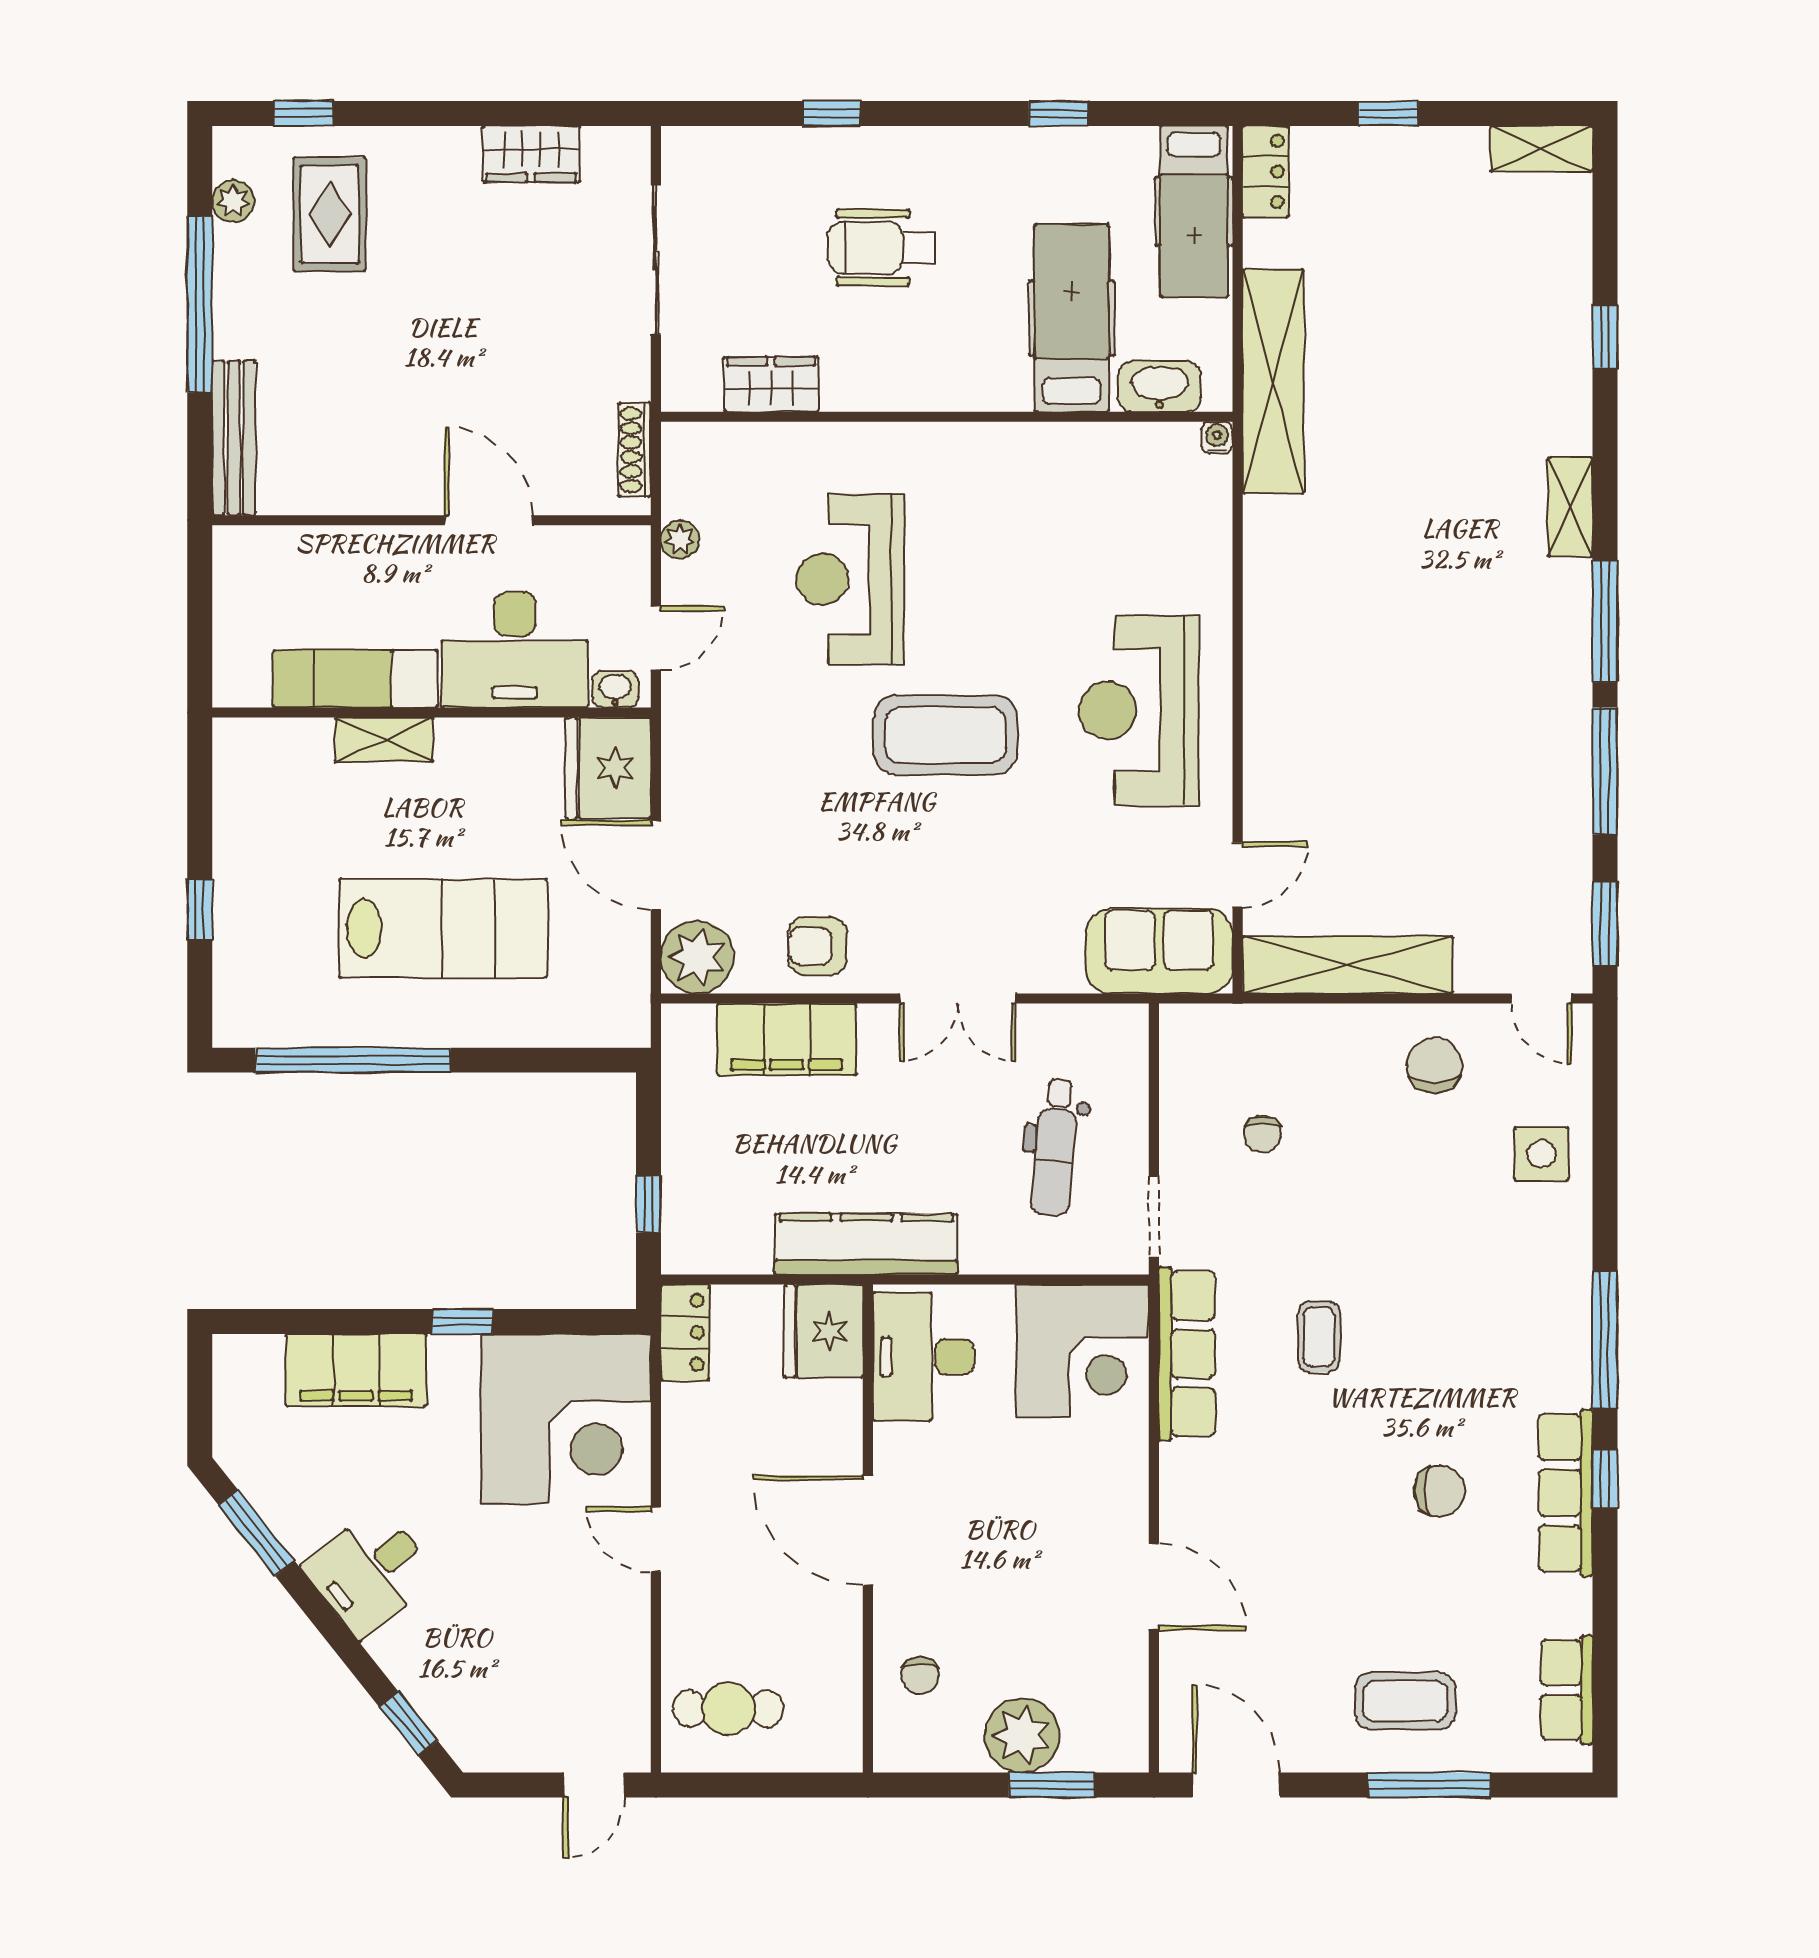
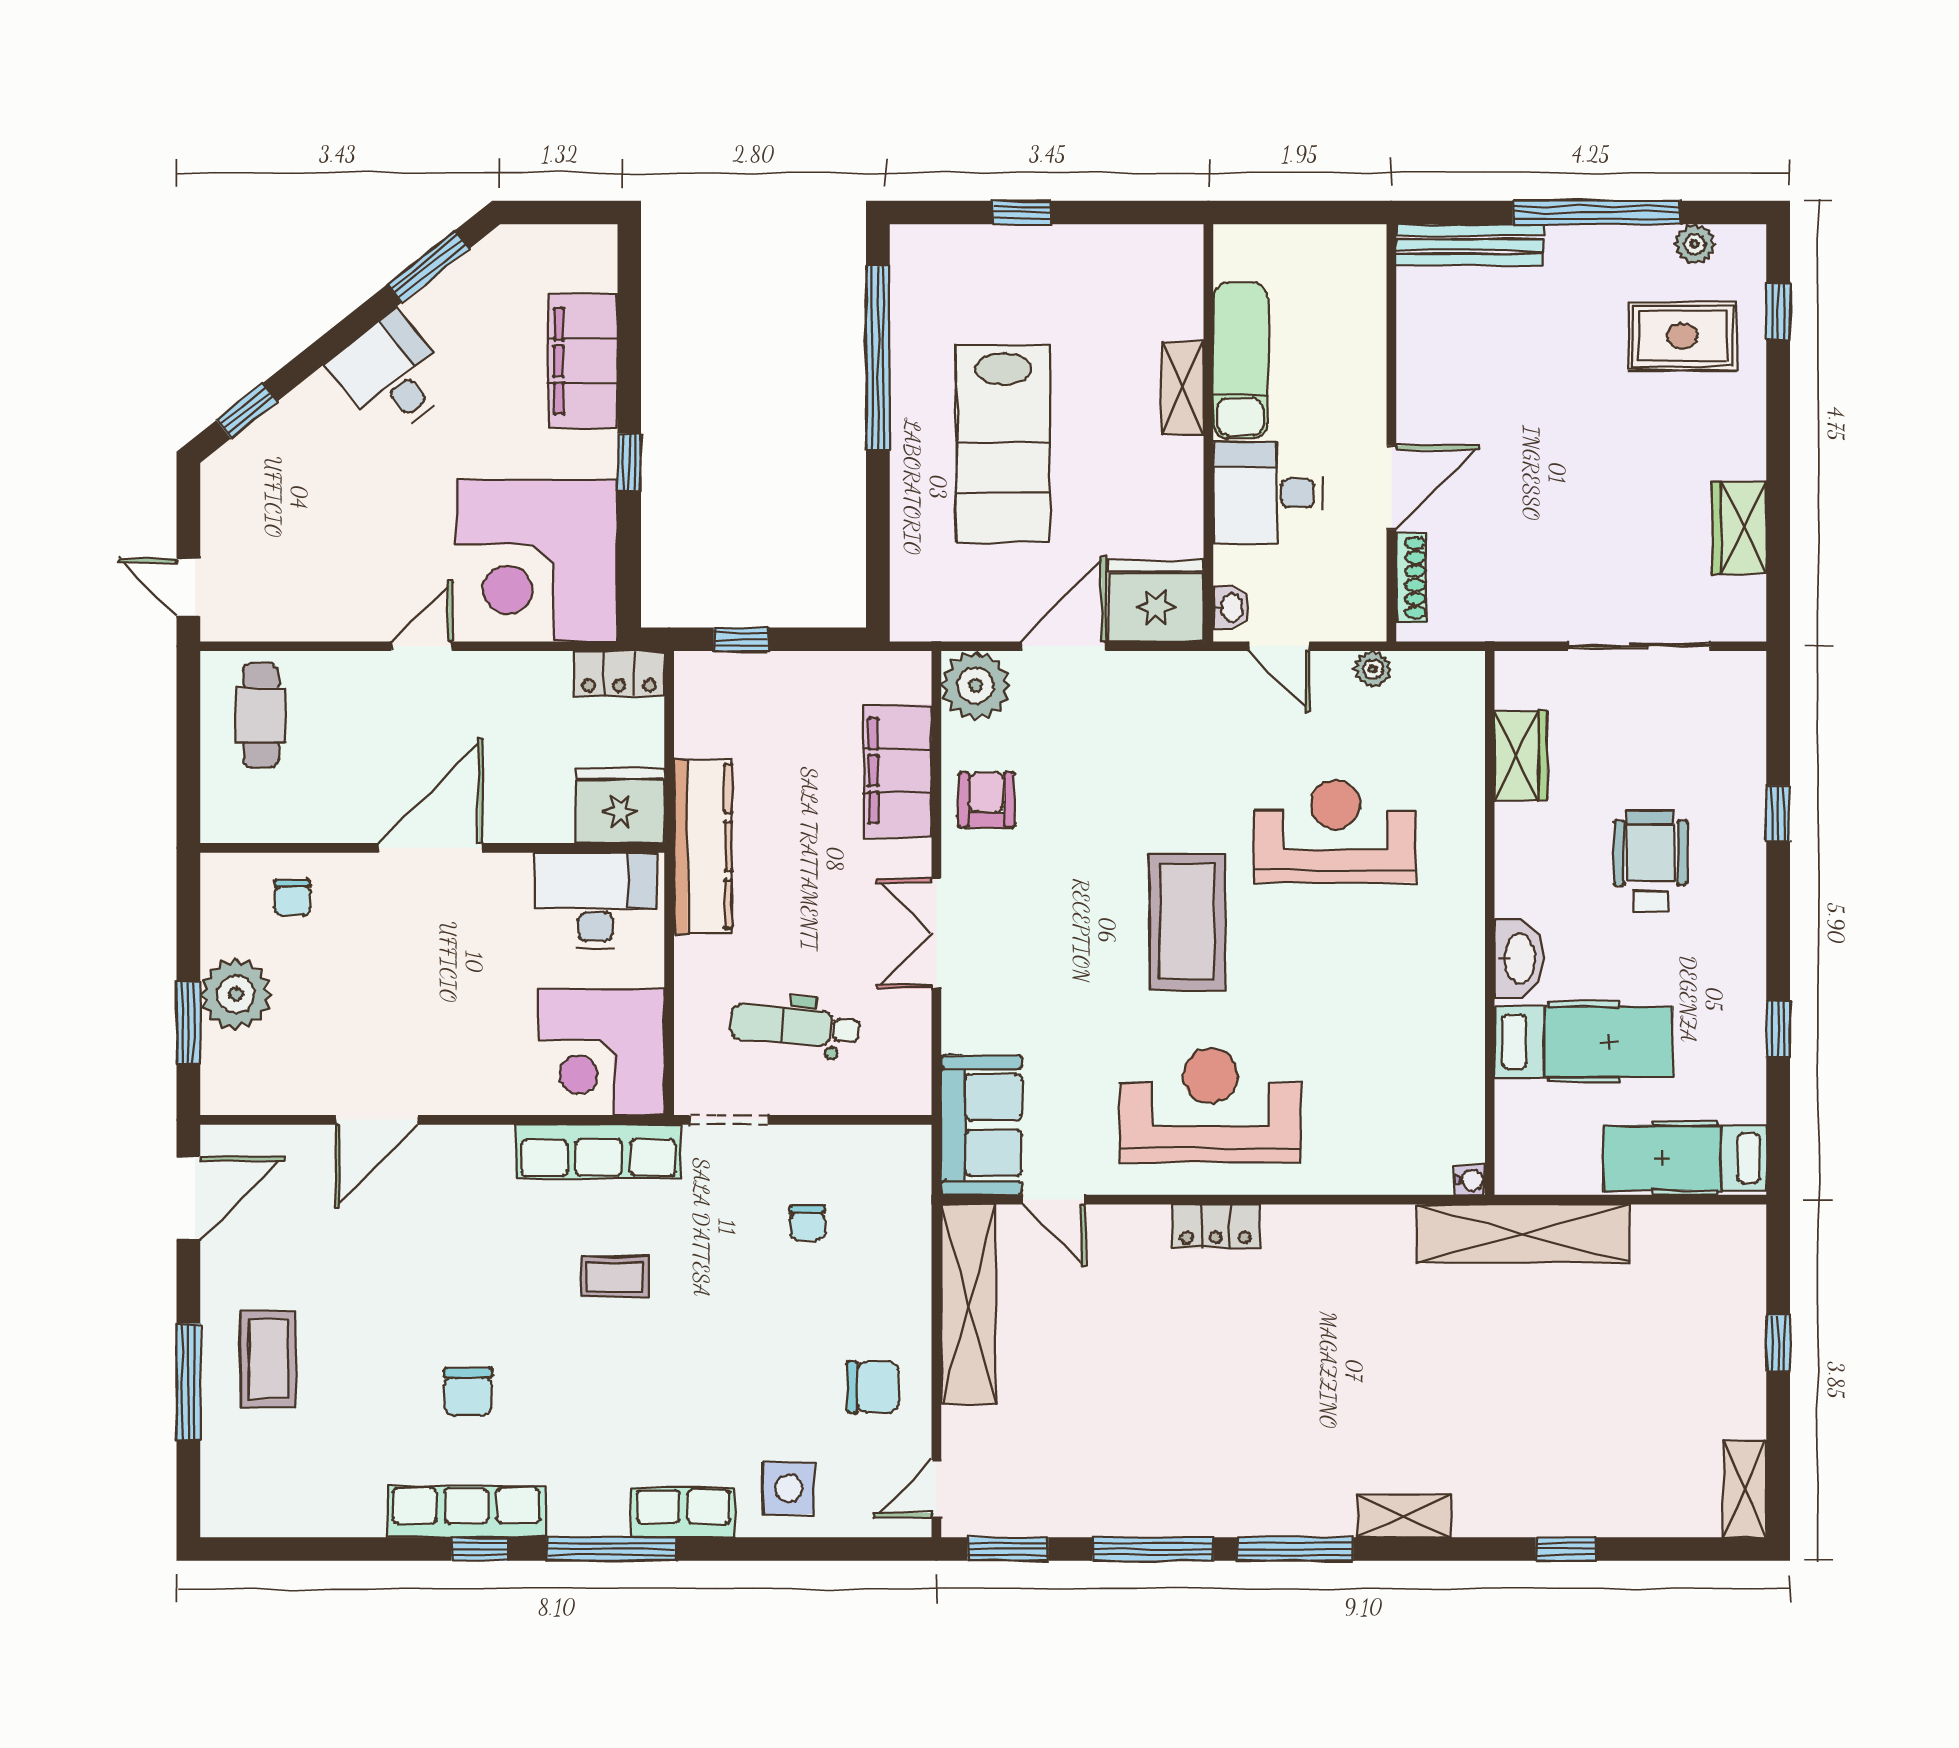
locker: (1266, 172) -> (1216, 1226), moved
washbasin: (1160, 386) -> (1519, 958), moved
shoe rack: (635, 450) -> (1411, 578), moved, turned 90
desk: (515, 650) -> (1268, 493), width x0.73
chair: (1262, 1134) -> (807, 1223), turned -90
chair: (920, 1676) -> (292, 898), turned -90
row of seats: (1567, 1690) -> (684, 1513), moved

